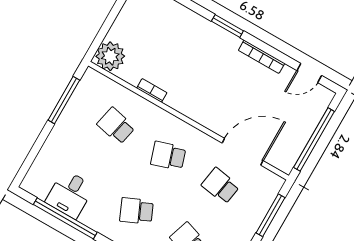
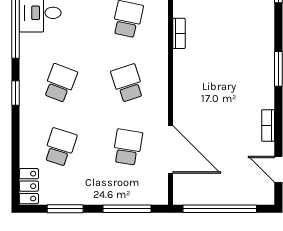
bookcase: (262, 57) -> (268, 126), width x0.64
school desk: (137, 211) -> (60, 83), turned 45

